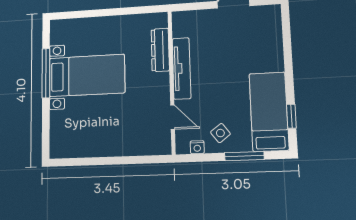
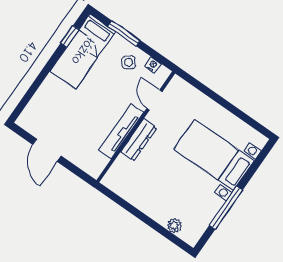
plant: (78, 26) -> (174, 226), added
dresser: (160, 50) -> (138, 140), moved
bed with nightstands: (87, 75) -> (214, 155), moved

